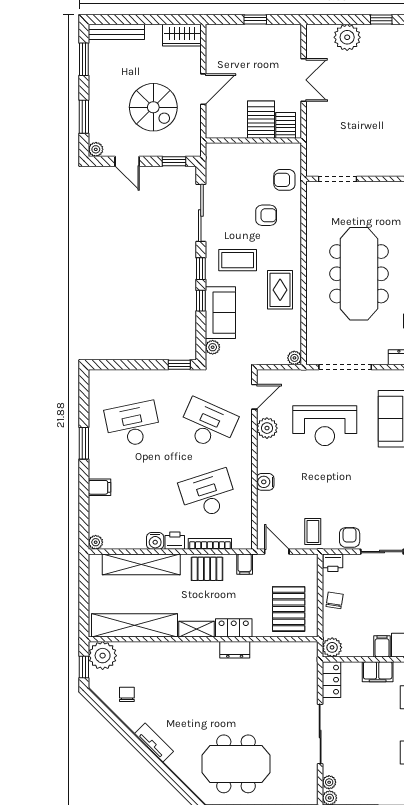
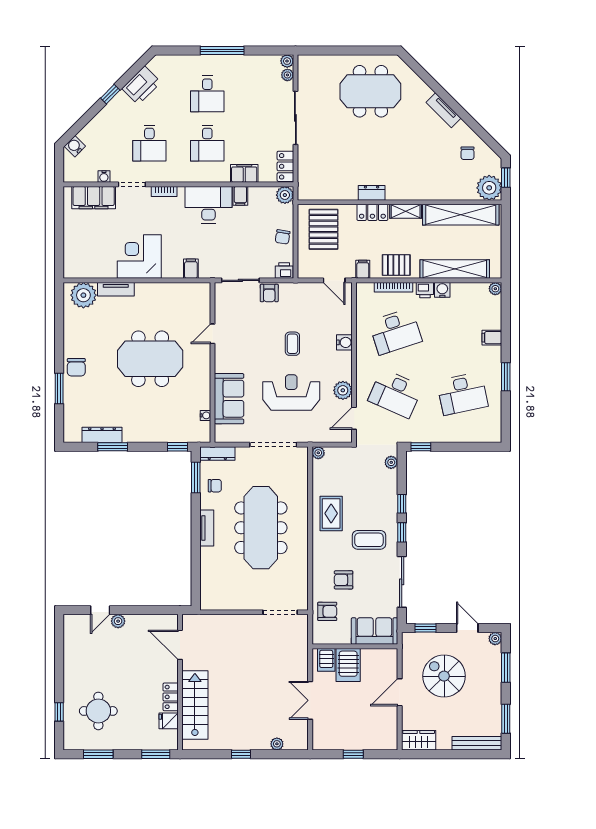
plant: (347, 37) -> (277, 744), width x0.53, depth x0.53
sofa: (220, 313) -> (374, 631), moved, turned 90
coffee table: (313, 531) -> (292, 344), moved

